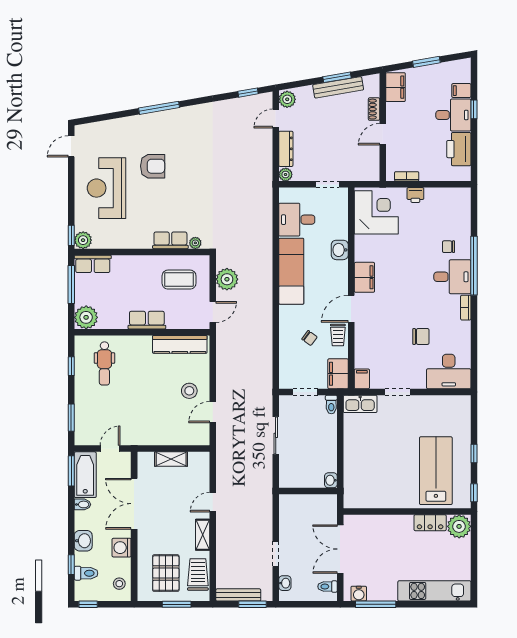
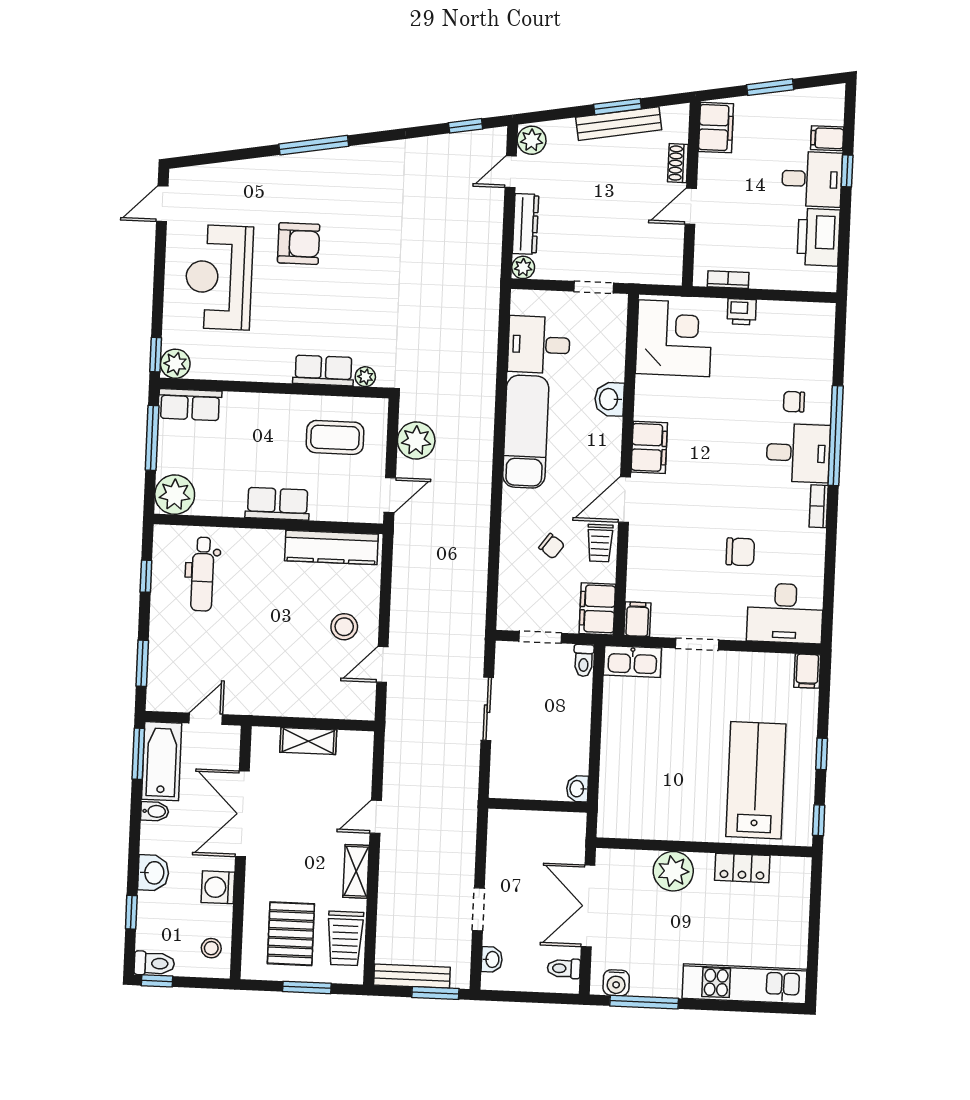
filing cabinet: (463, 405) -> (807, 671), added
plant: (459, 526) -> (673, 871), moved
toilet: (86, 573) -> (154, 963), moved
trolley: (198, 574) -> (345, 938), turned 180

